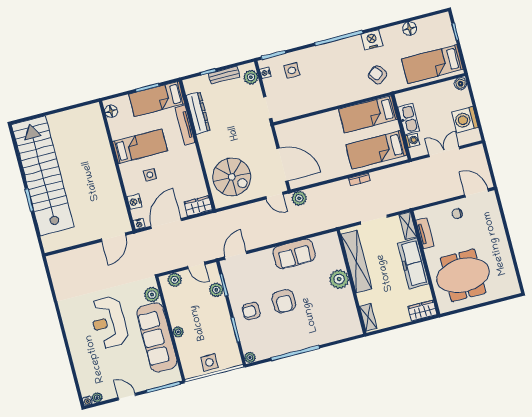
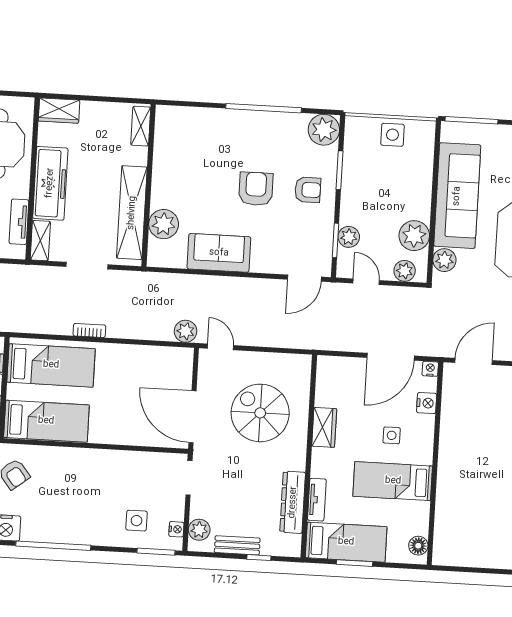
tv unit: (185, 125) -> (317, 500), width x0.71
door: (282, 165) -> (192, 417), moved
spiral stairs: (232, 177) -> (260, 413), moved
wardrobe: (198, 206) -> (324, 427), moved, turned -90
plant: (339, 279) -> (164, 224), moved
plant: (178, 332) -> (414, 236), moved, width x1.88, depth x1.88
plant: (250, 358) -> (324, 130), width x1.88, depth x1.88

